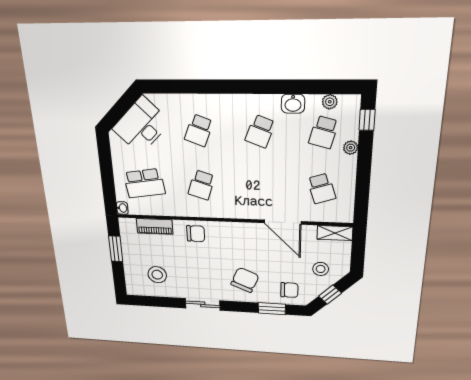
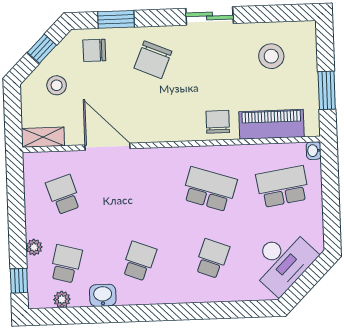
school desk: (201, 185) -> (210, 189), width x1.85
piano: (155, 226) -> (272, 124), width x1.37, depth x1.33
chair: (196, 234) -> (218, 122), turned 90

